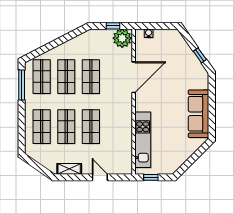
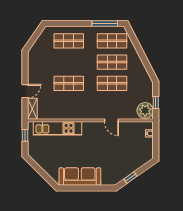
door: (134, 77) -> (111, 120), width x0.53
shop shelf: (66, 127) -> (69, 62), removed
shelving: (69, 169) -> (32, 109), moved

